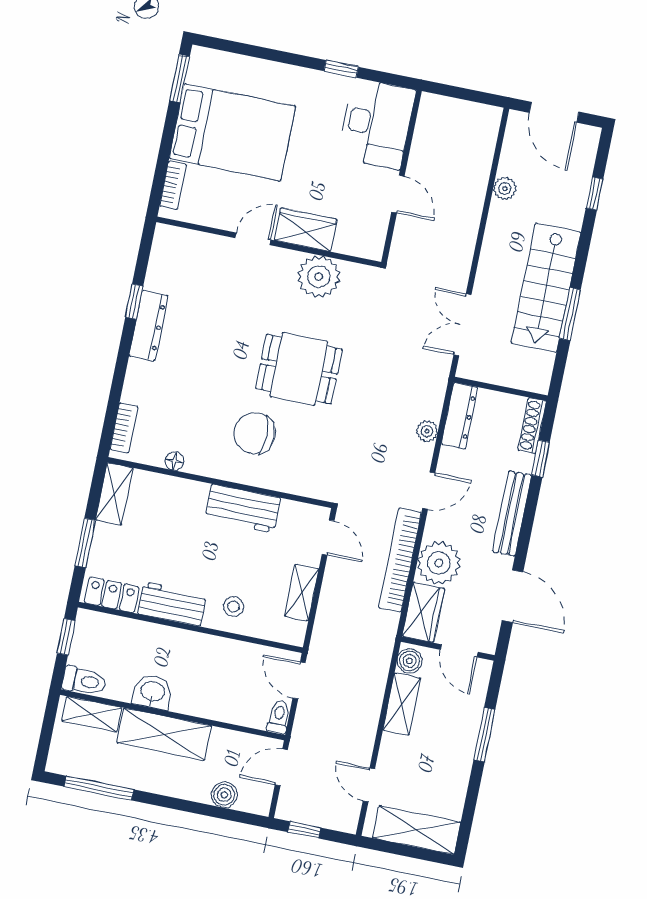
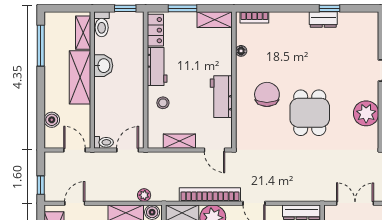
dresser: (148, 326) -> (323, 20), width x0.70
plant: (427, 431) -> (144, 195), moved
door: (328, 538) -> (215, 150), hinge flipped
window: (304, 830) -> (41, 185), moved

